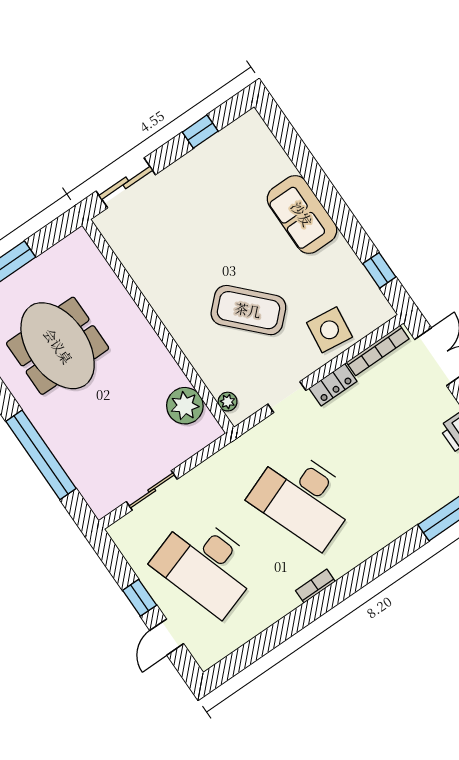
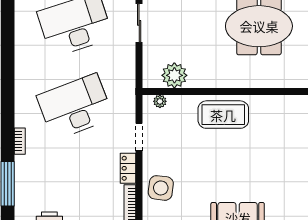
coffee table: (248, 310) -> (223, 115), moved, turned 44
bookcase: (315, 586) -> (20, 141), moved

